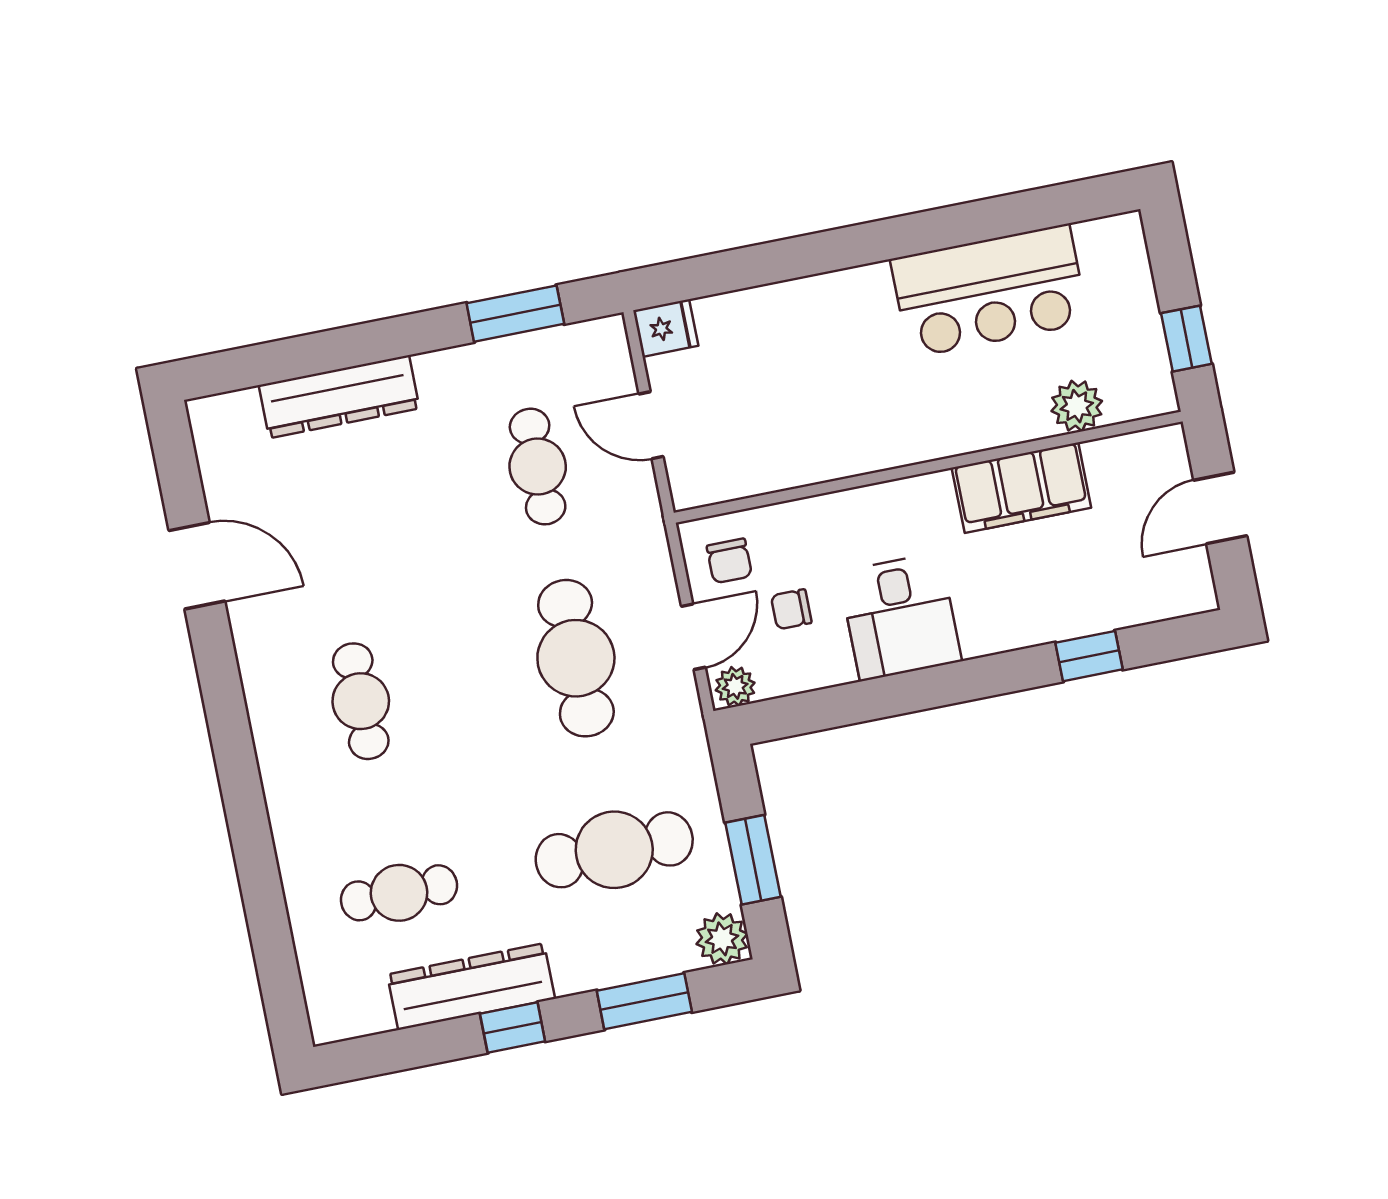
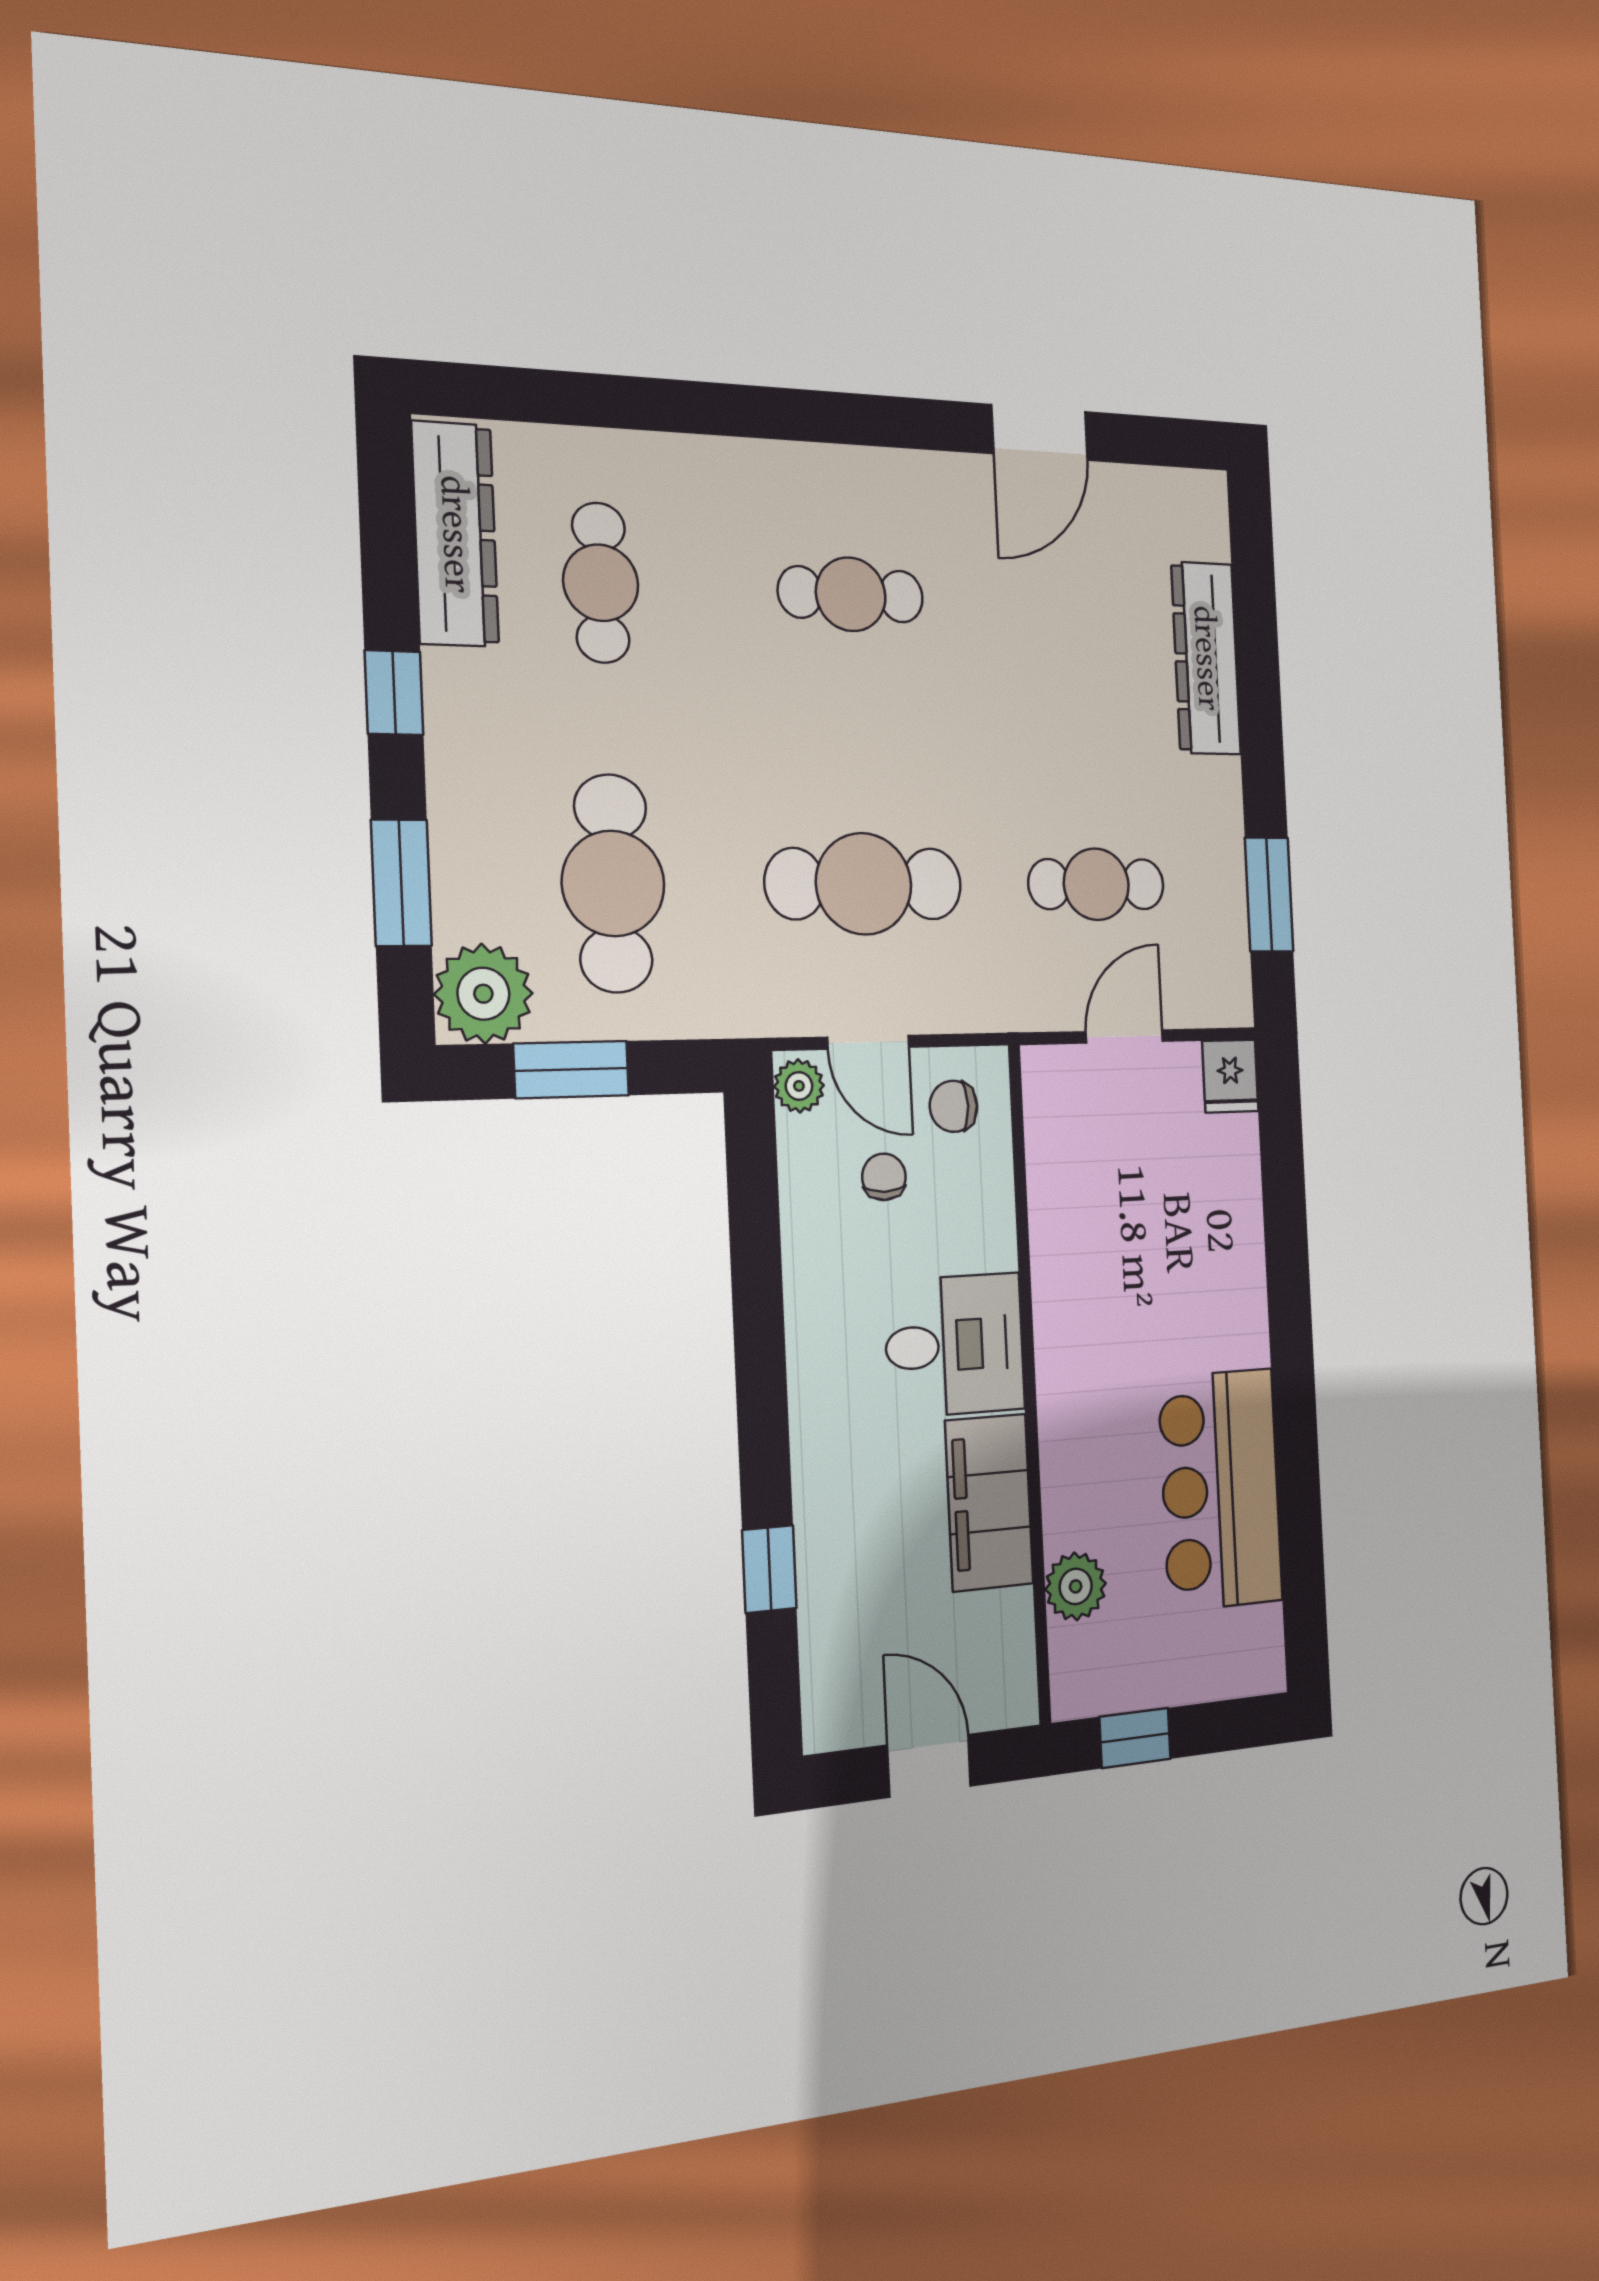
desk: (900, 617) -> (955, 1345), moved, turned 180
plant: (722, 939) -> (483, 994), width x1.36, depth x1.36
dresser: (471, 987) -> (455, 534), moved

